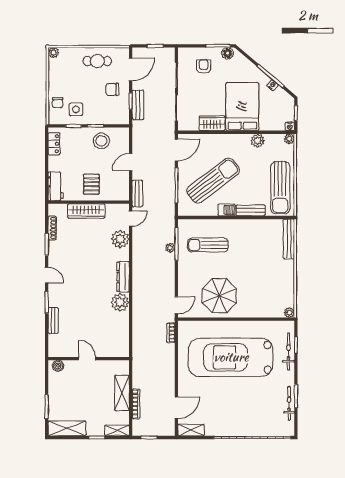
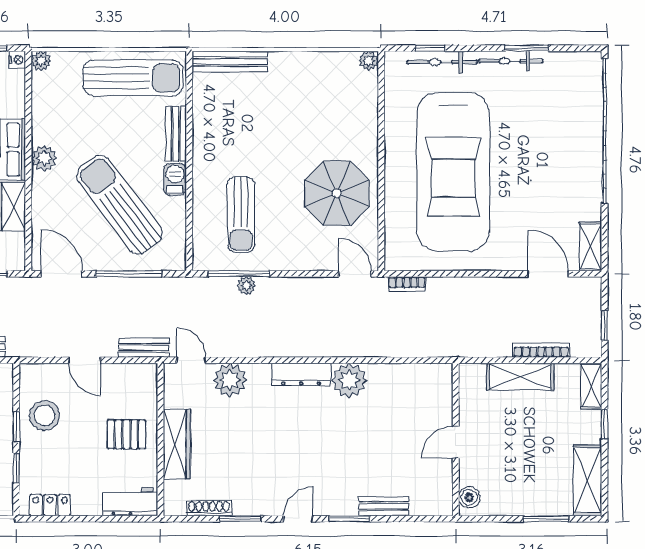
plant: (258, 141) -> (44, 158), moved
bicycle: (289, 403) -> (511, 61), moved

